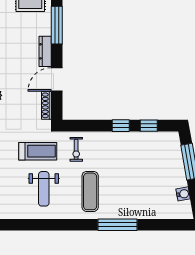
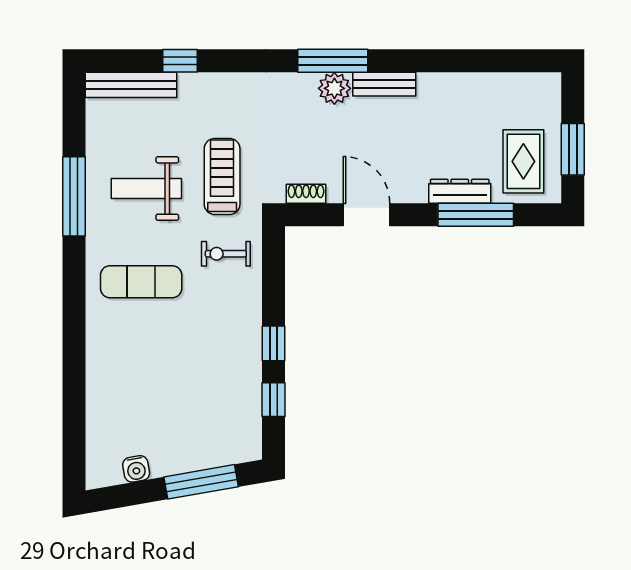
dresser: (45, 51) -> (460, 191), moved
shoe rack: (46, 105) -> (306, 194), width x0.70
treadmill: (38, 151) -> (222, 176), turned 180
window: (118, 225) -> (74, 196), moved

